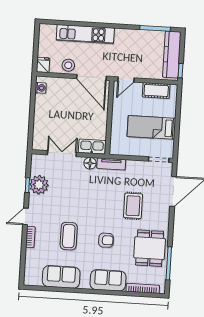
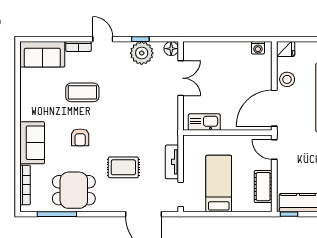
kitchen sink: (92, 147) -> (204, 122), moved, turned -90
floor lamp: (90, 163) -> (171, 49), moved
tv unit: (111, 164) -> (172, 162), moved
sofa: (61, 277) -> (42, 54), moved, turned 90

